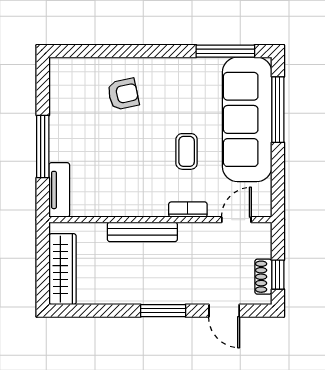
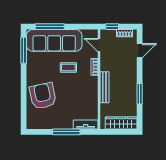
armchair: (123, 94) -> (43, 96), width x1.88, depth x1.88
window: (278, 275) -> (112, 27), moved
window: (163, 311) -> (140, 94), moved

